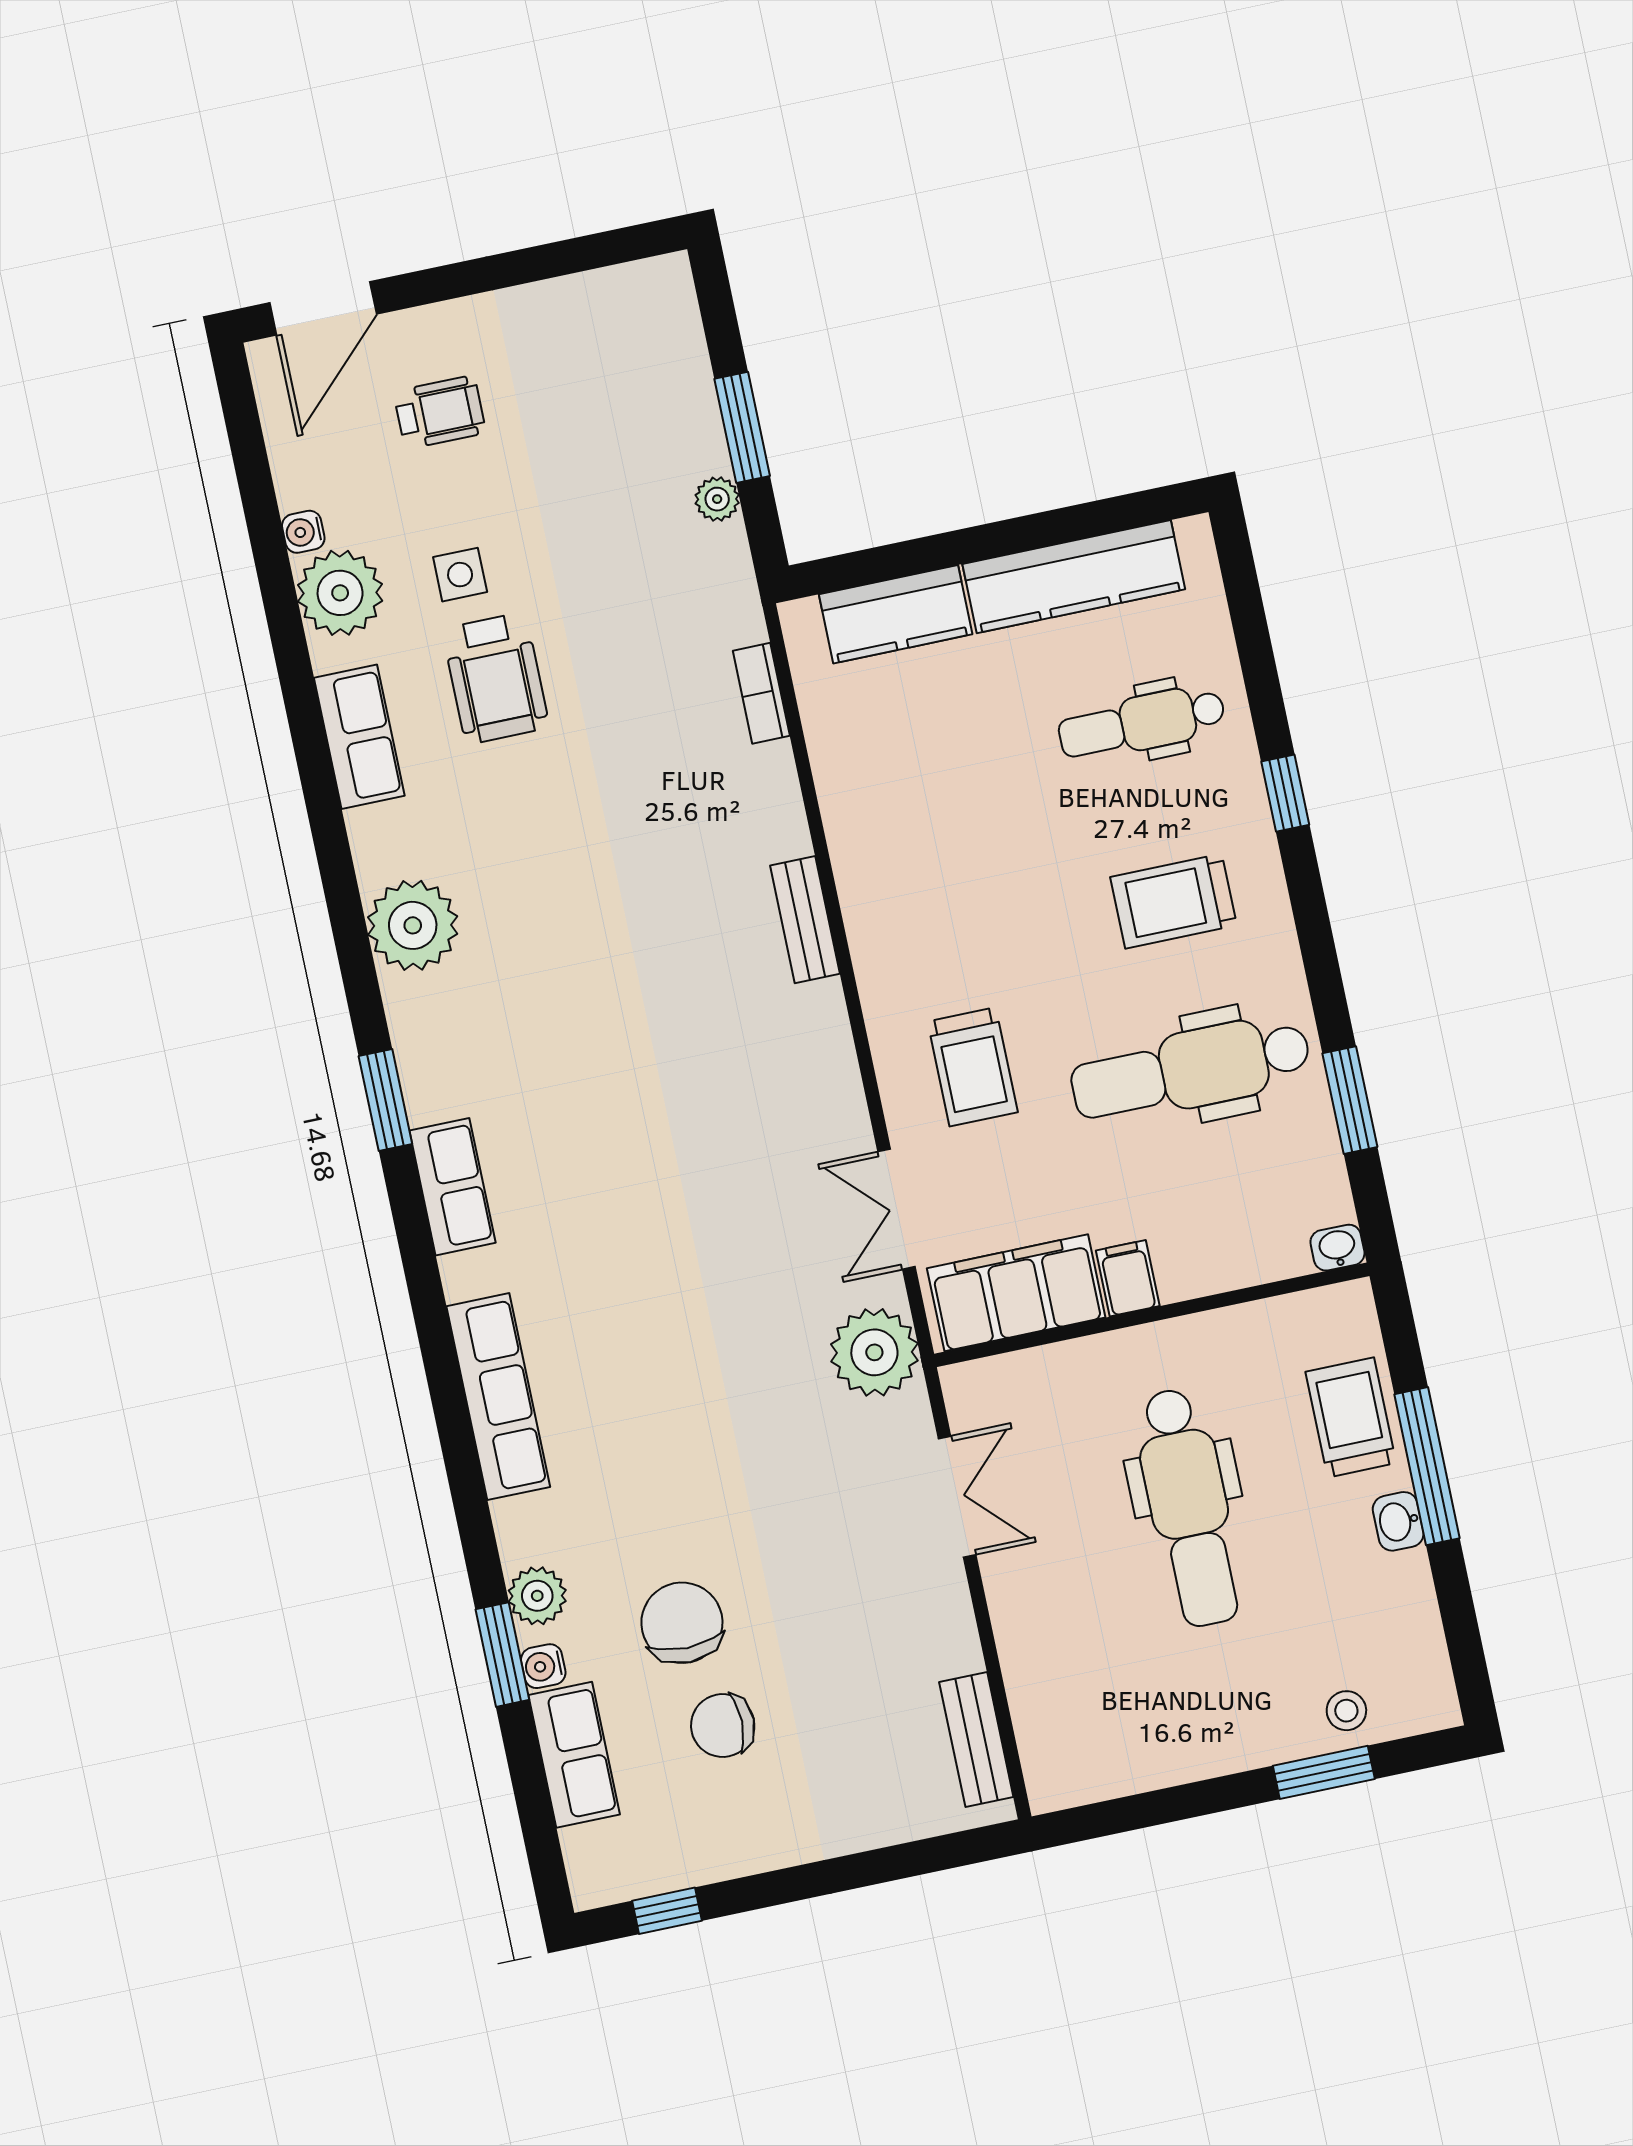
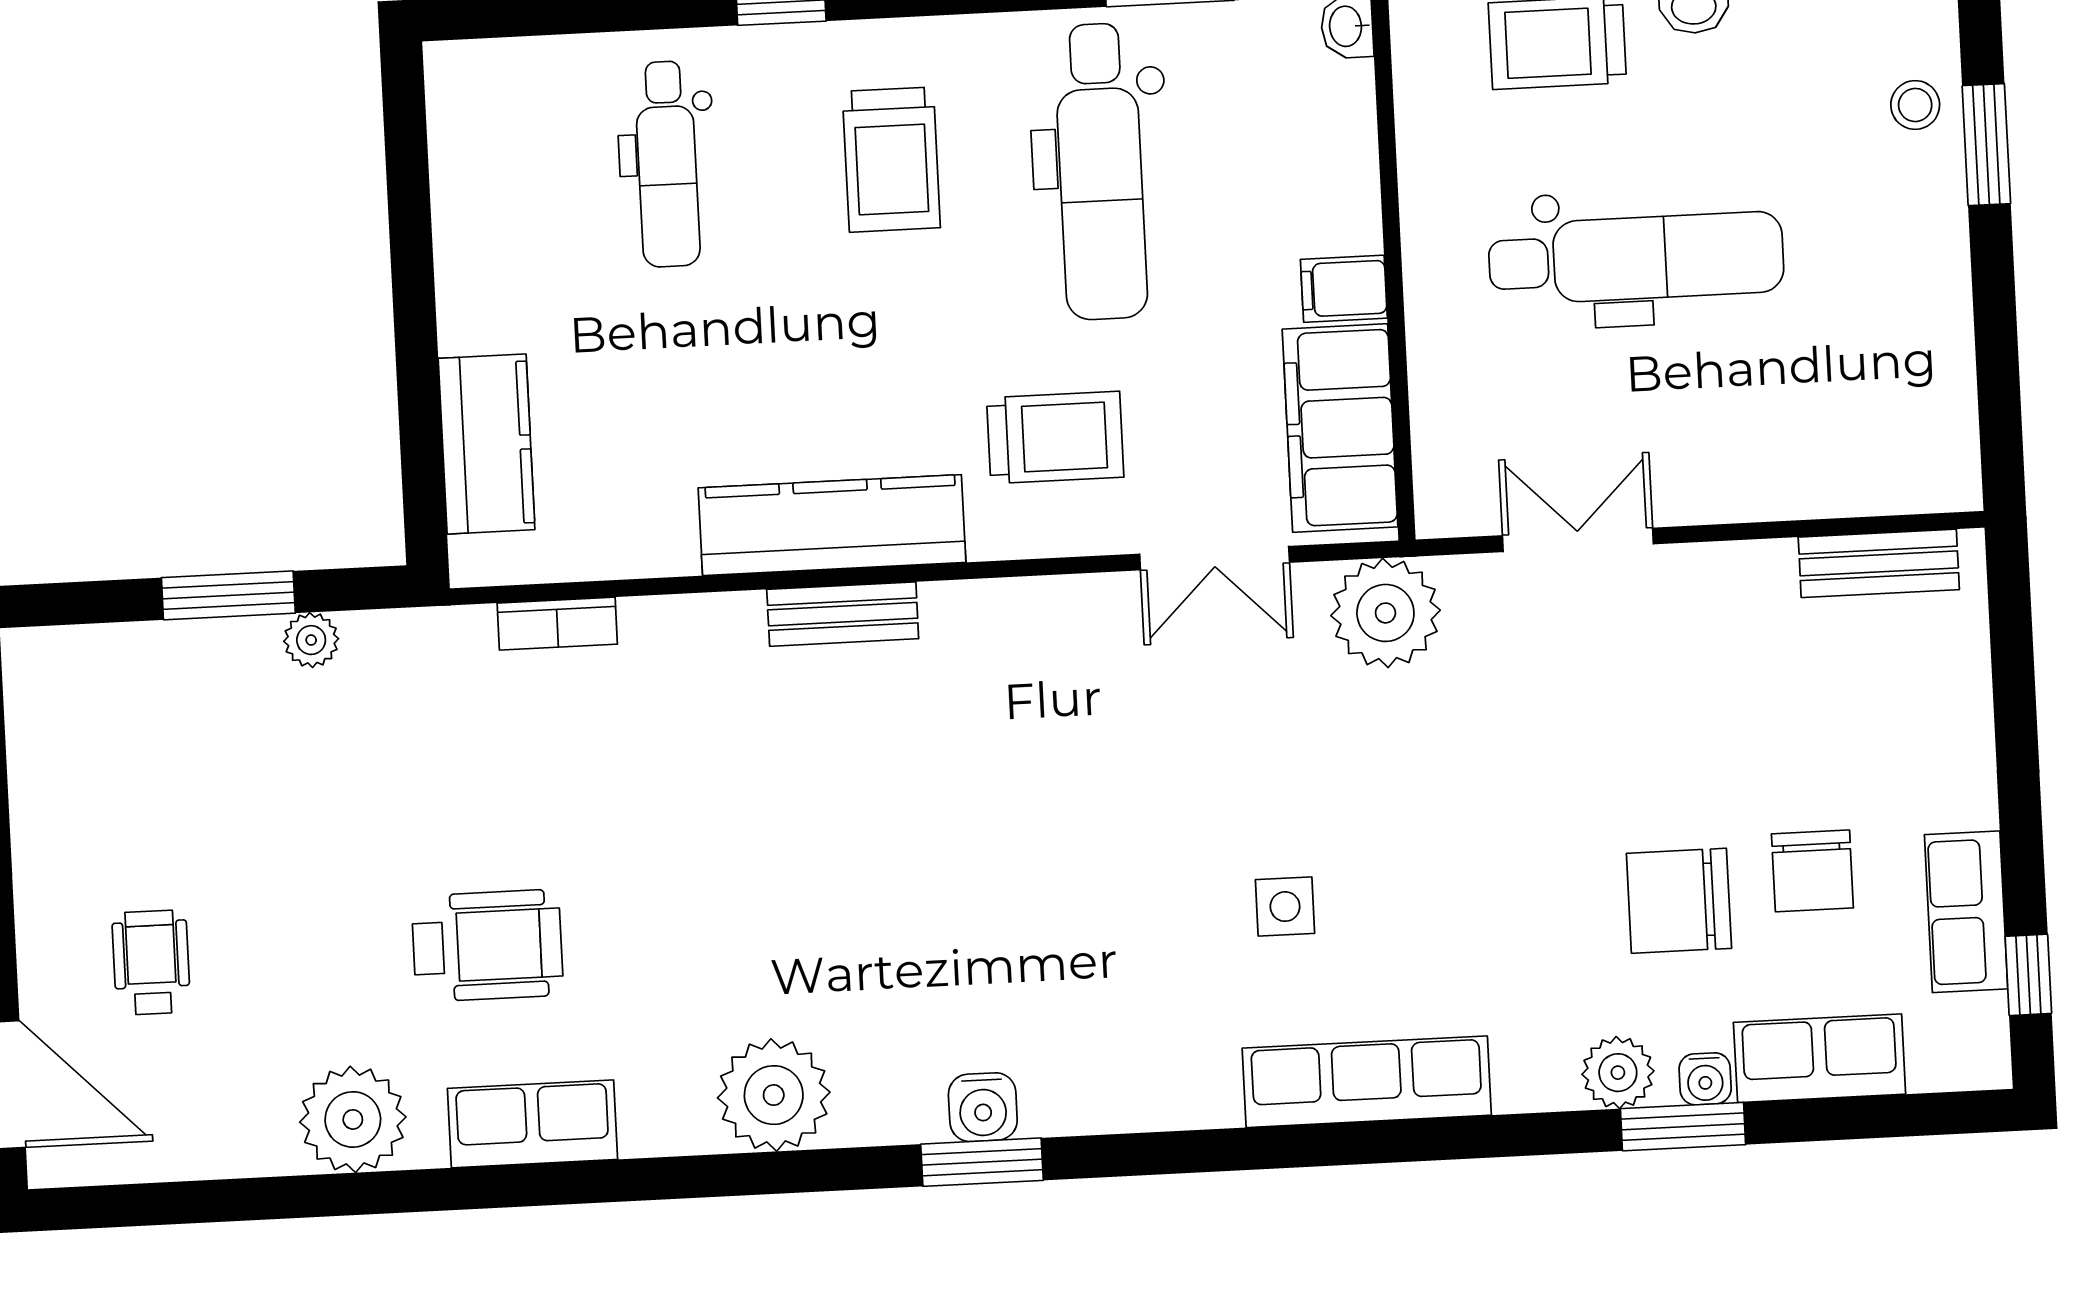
water cooler: (303, 532) -> (983, 1107), moved, width x1.38, depth x1.38
side table: (460, 575) -> (1285, 907), moved
kitchen counter: (1074, 577) -> (832, 525), moved, turned -90
row of seats: (452, 1187) -> (1966, 912), moved, turned -90

